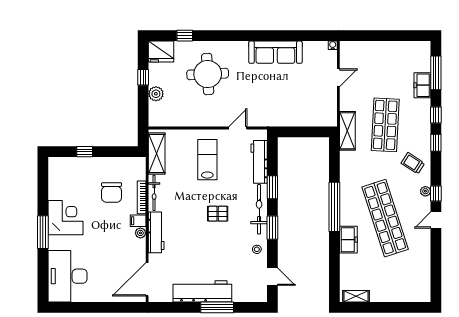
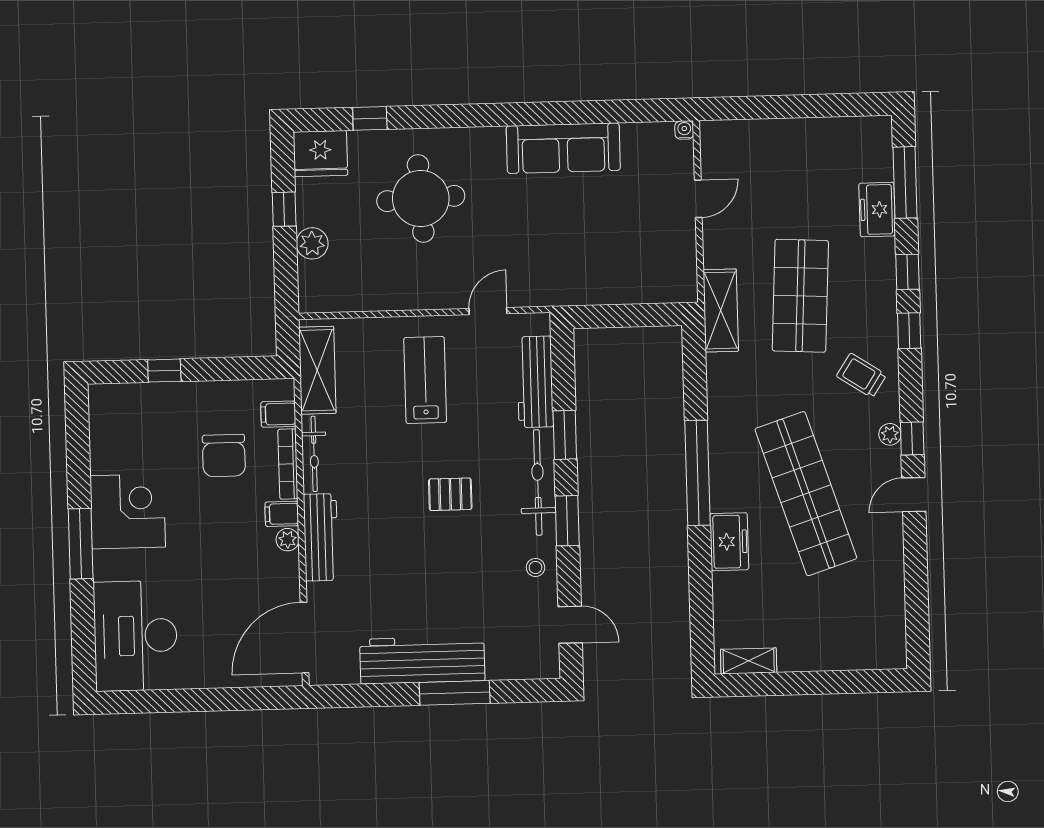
filing cabinet: (138, 174) -> (278, 414), added

